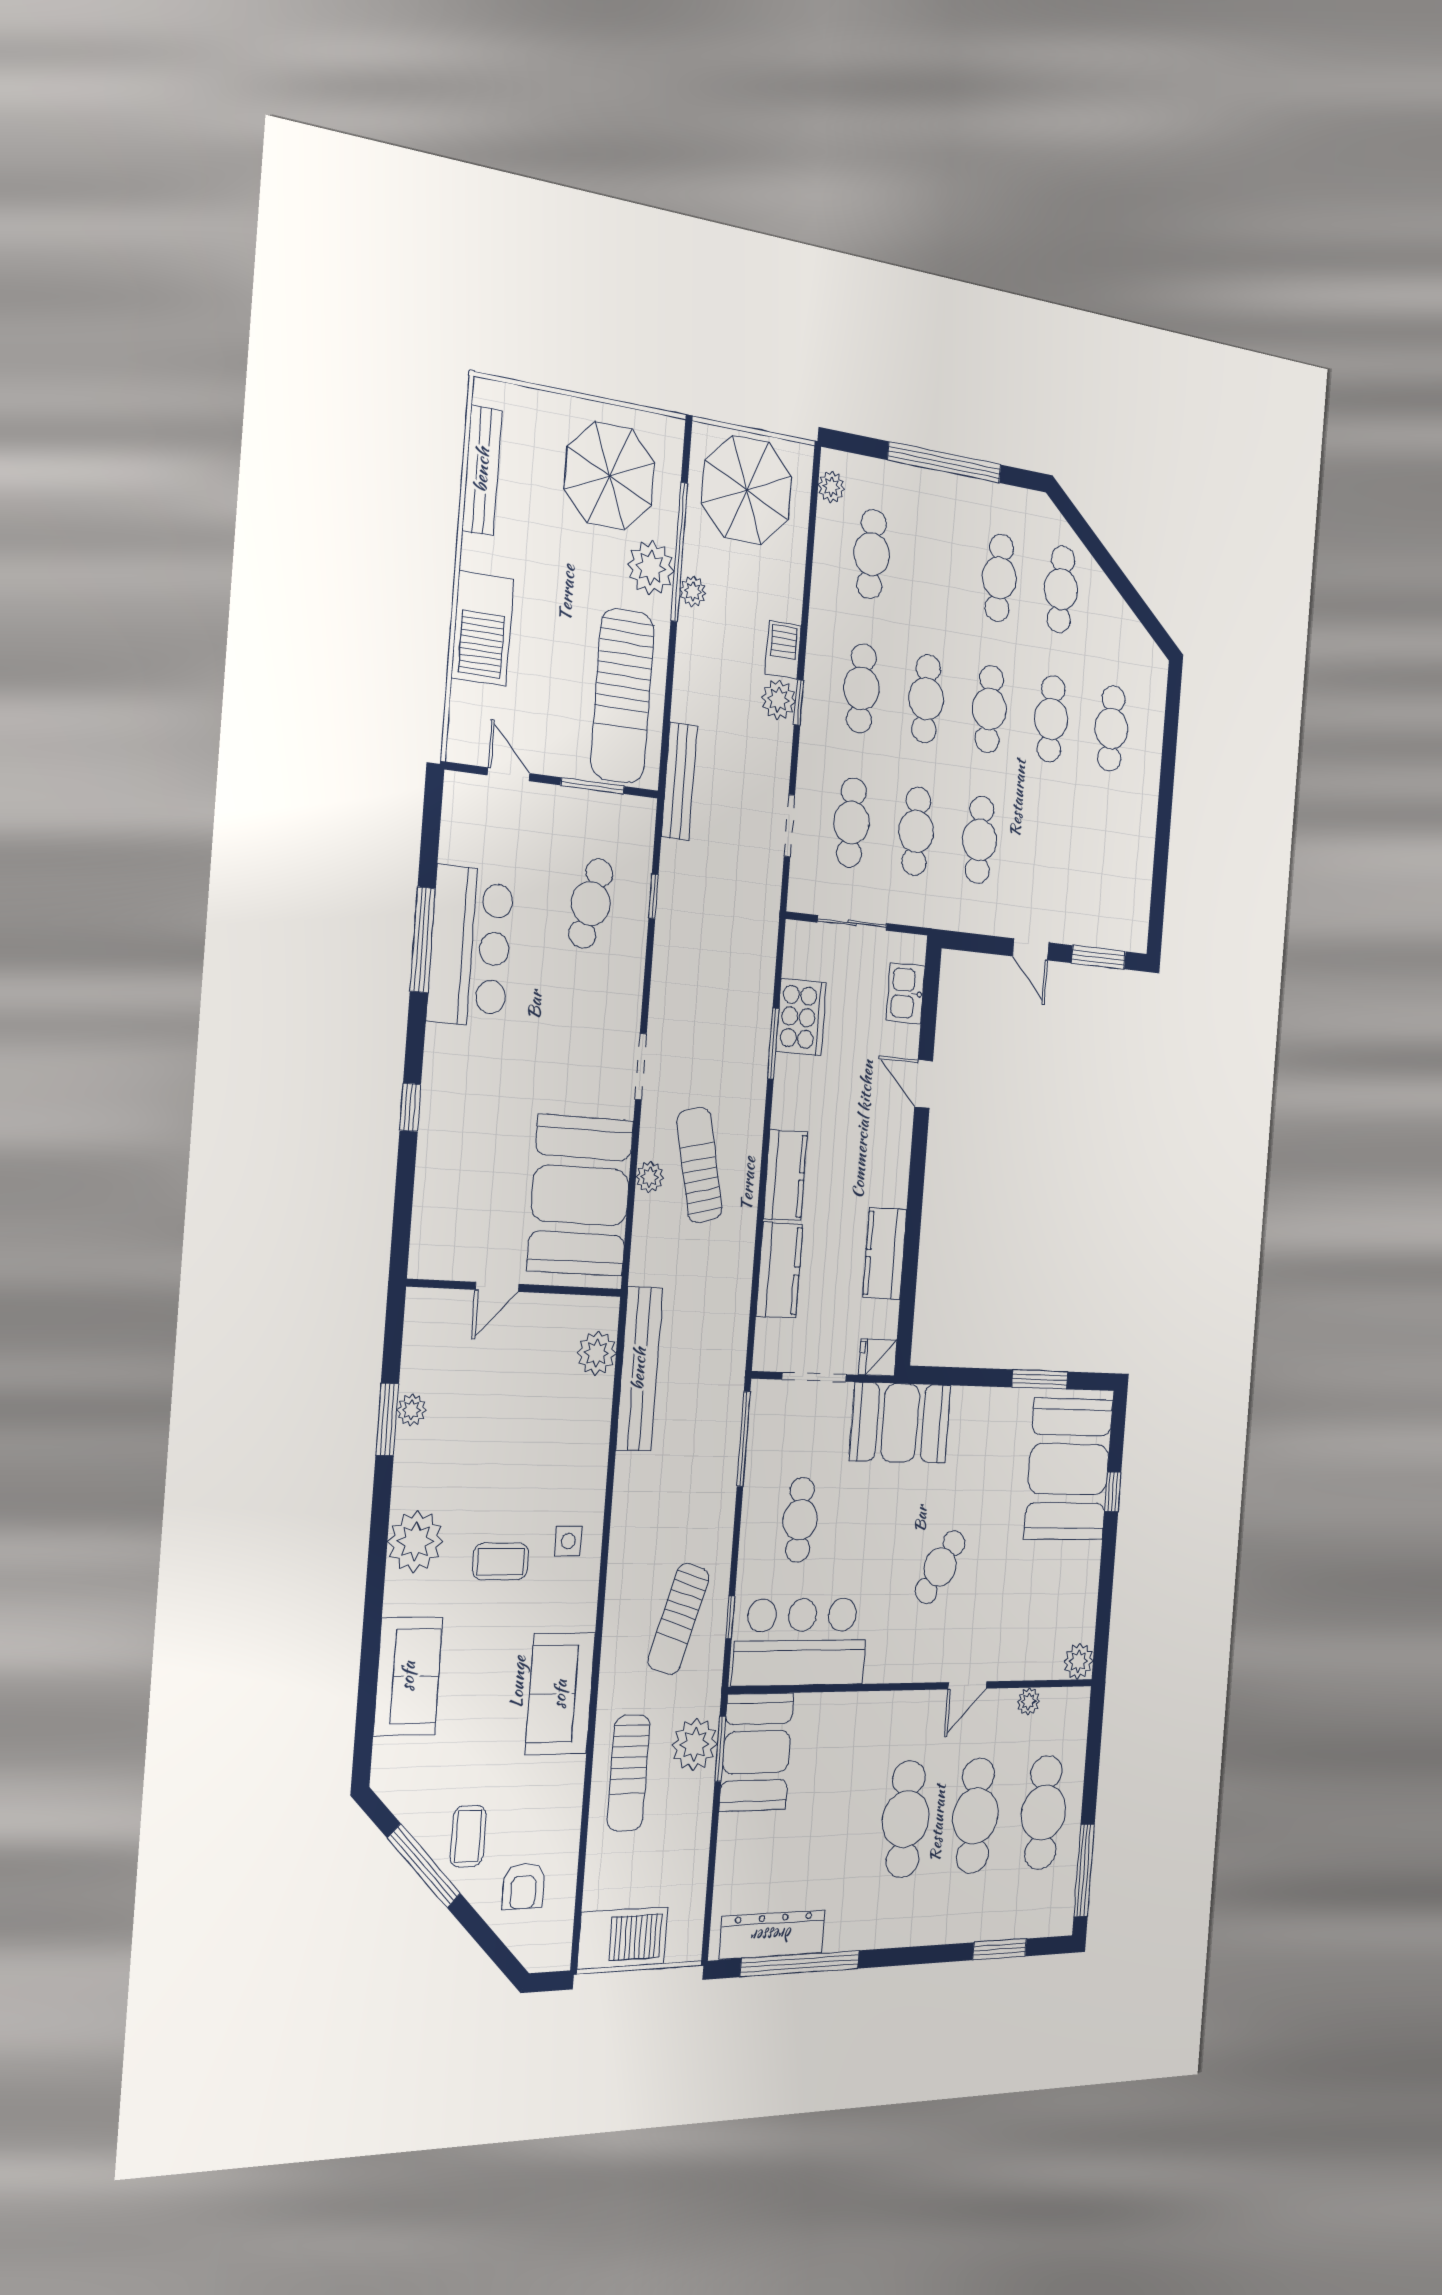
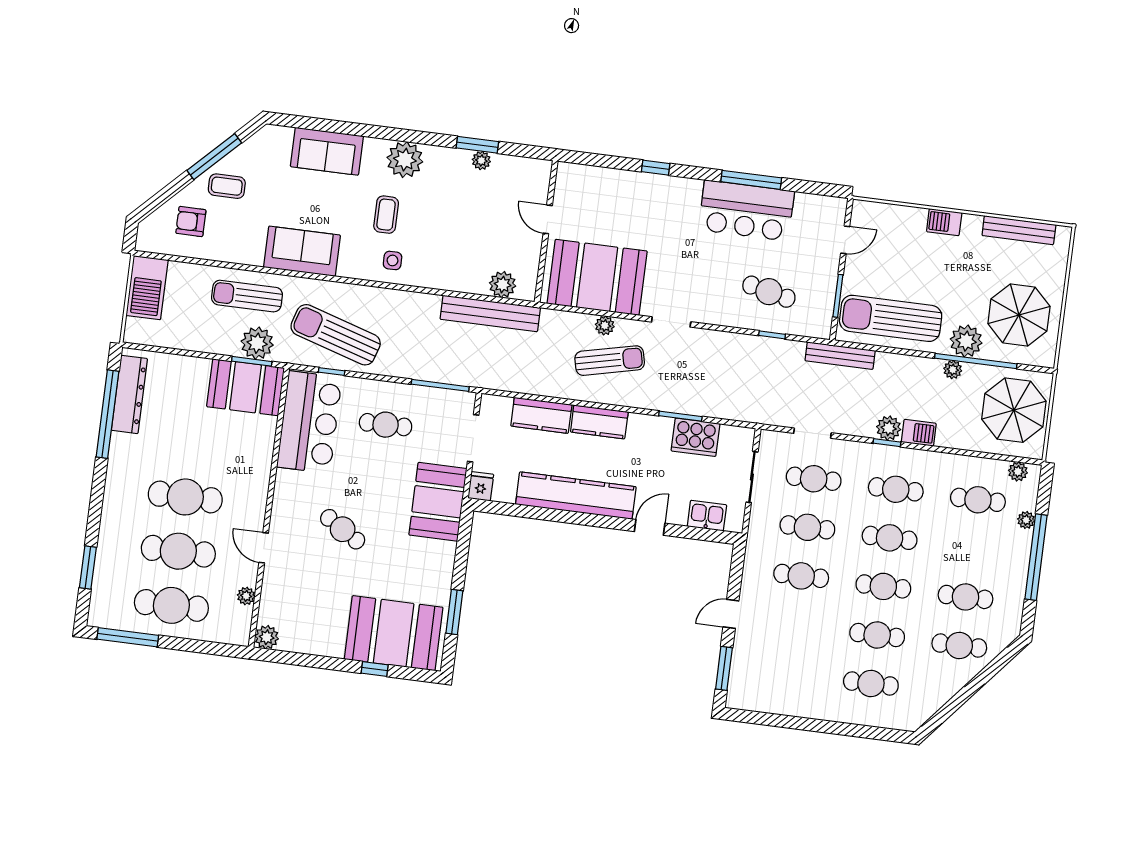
plant: (896, 476) -> (1026, 520), added
barbecue: (482, 628) -> (944, 222), width x0.53, depth x0.65
kitchen counter: (885, 1254) -> (576, 496), width x2.08, depth x1.17
sun lounger: (679, 1619) -> (336, 335), width x1.36, depth x1.34

